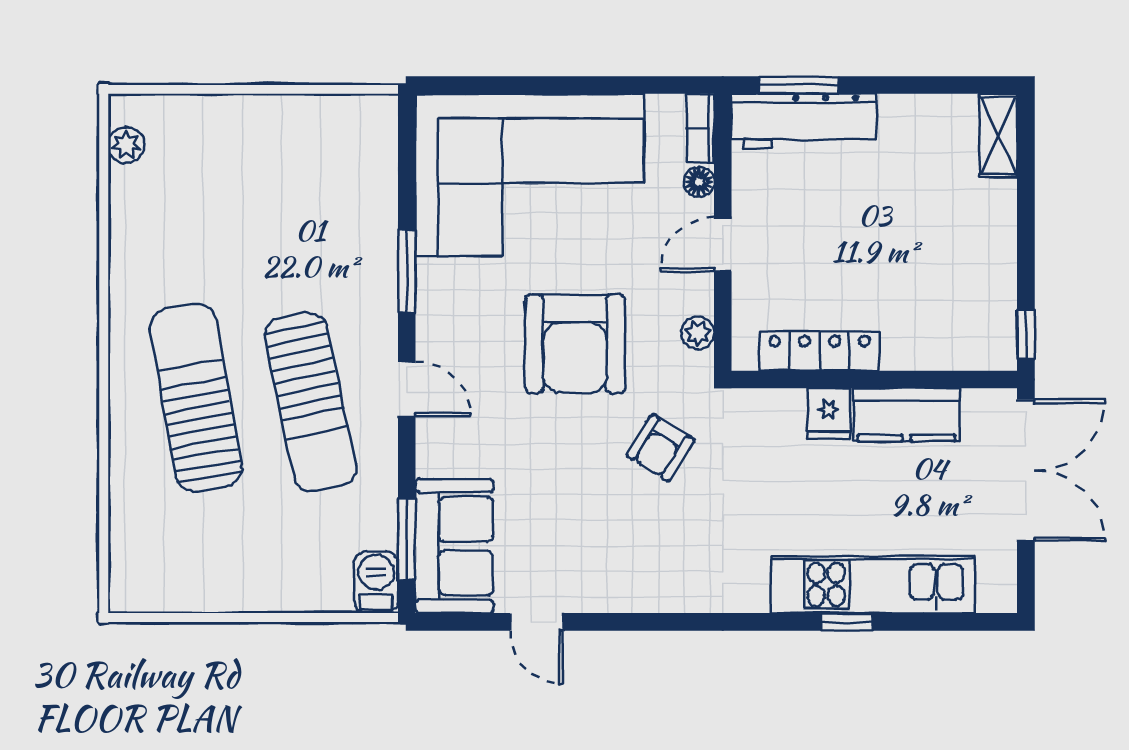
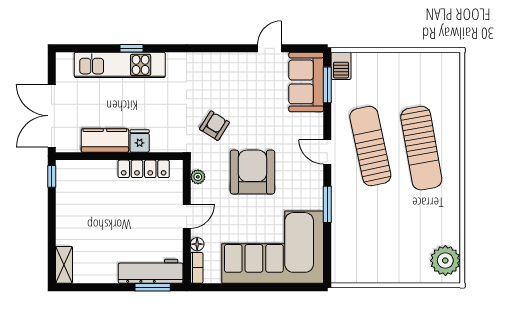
plant: (126, 145) -> (445, 261), width x1.87, depth x1.87
door: (537, 622) -> (270, 48), hinge flipped

